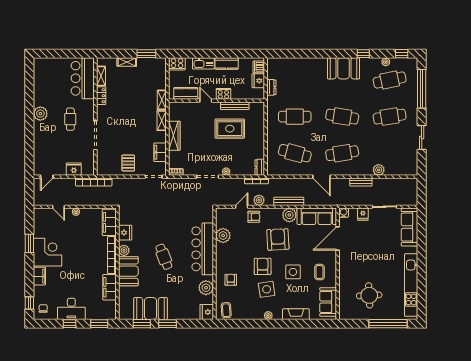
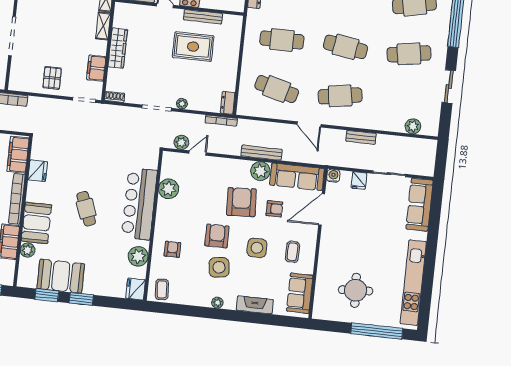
plant: (379, 170) -> (413, 126), moved
plant: (259, 200) -> (181, 142), moved
armchair: (254, 217) -> (274, 209), moved
plant: (124, 250) -> (28, 250), moved

